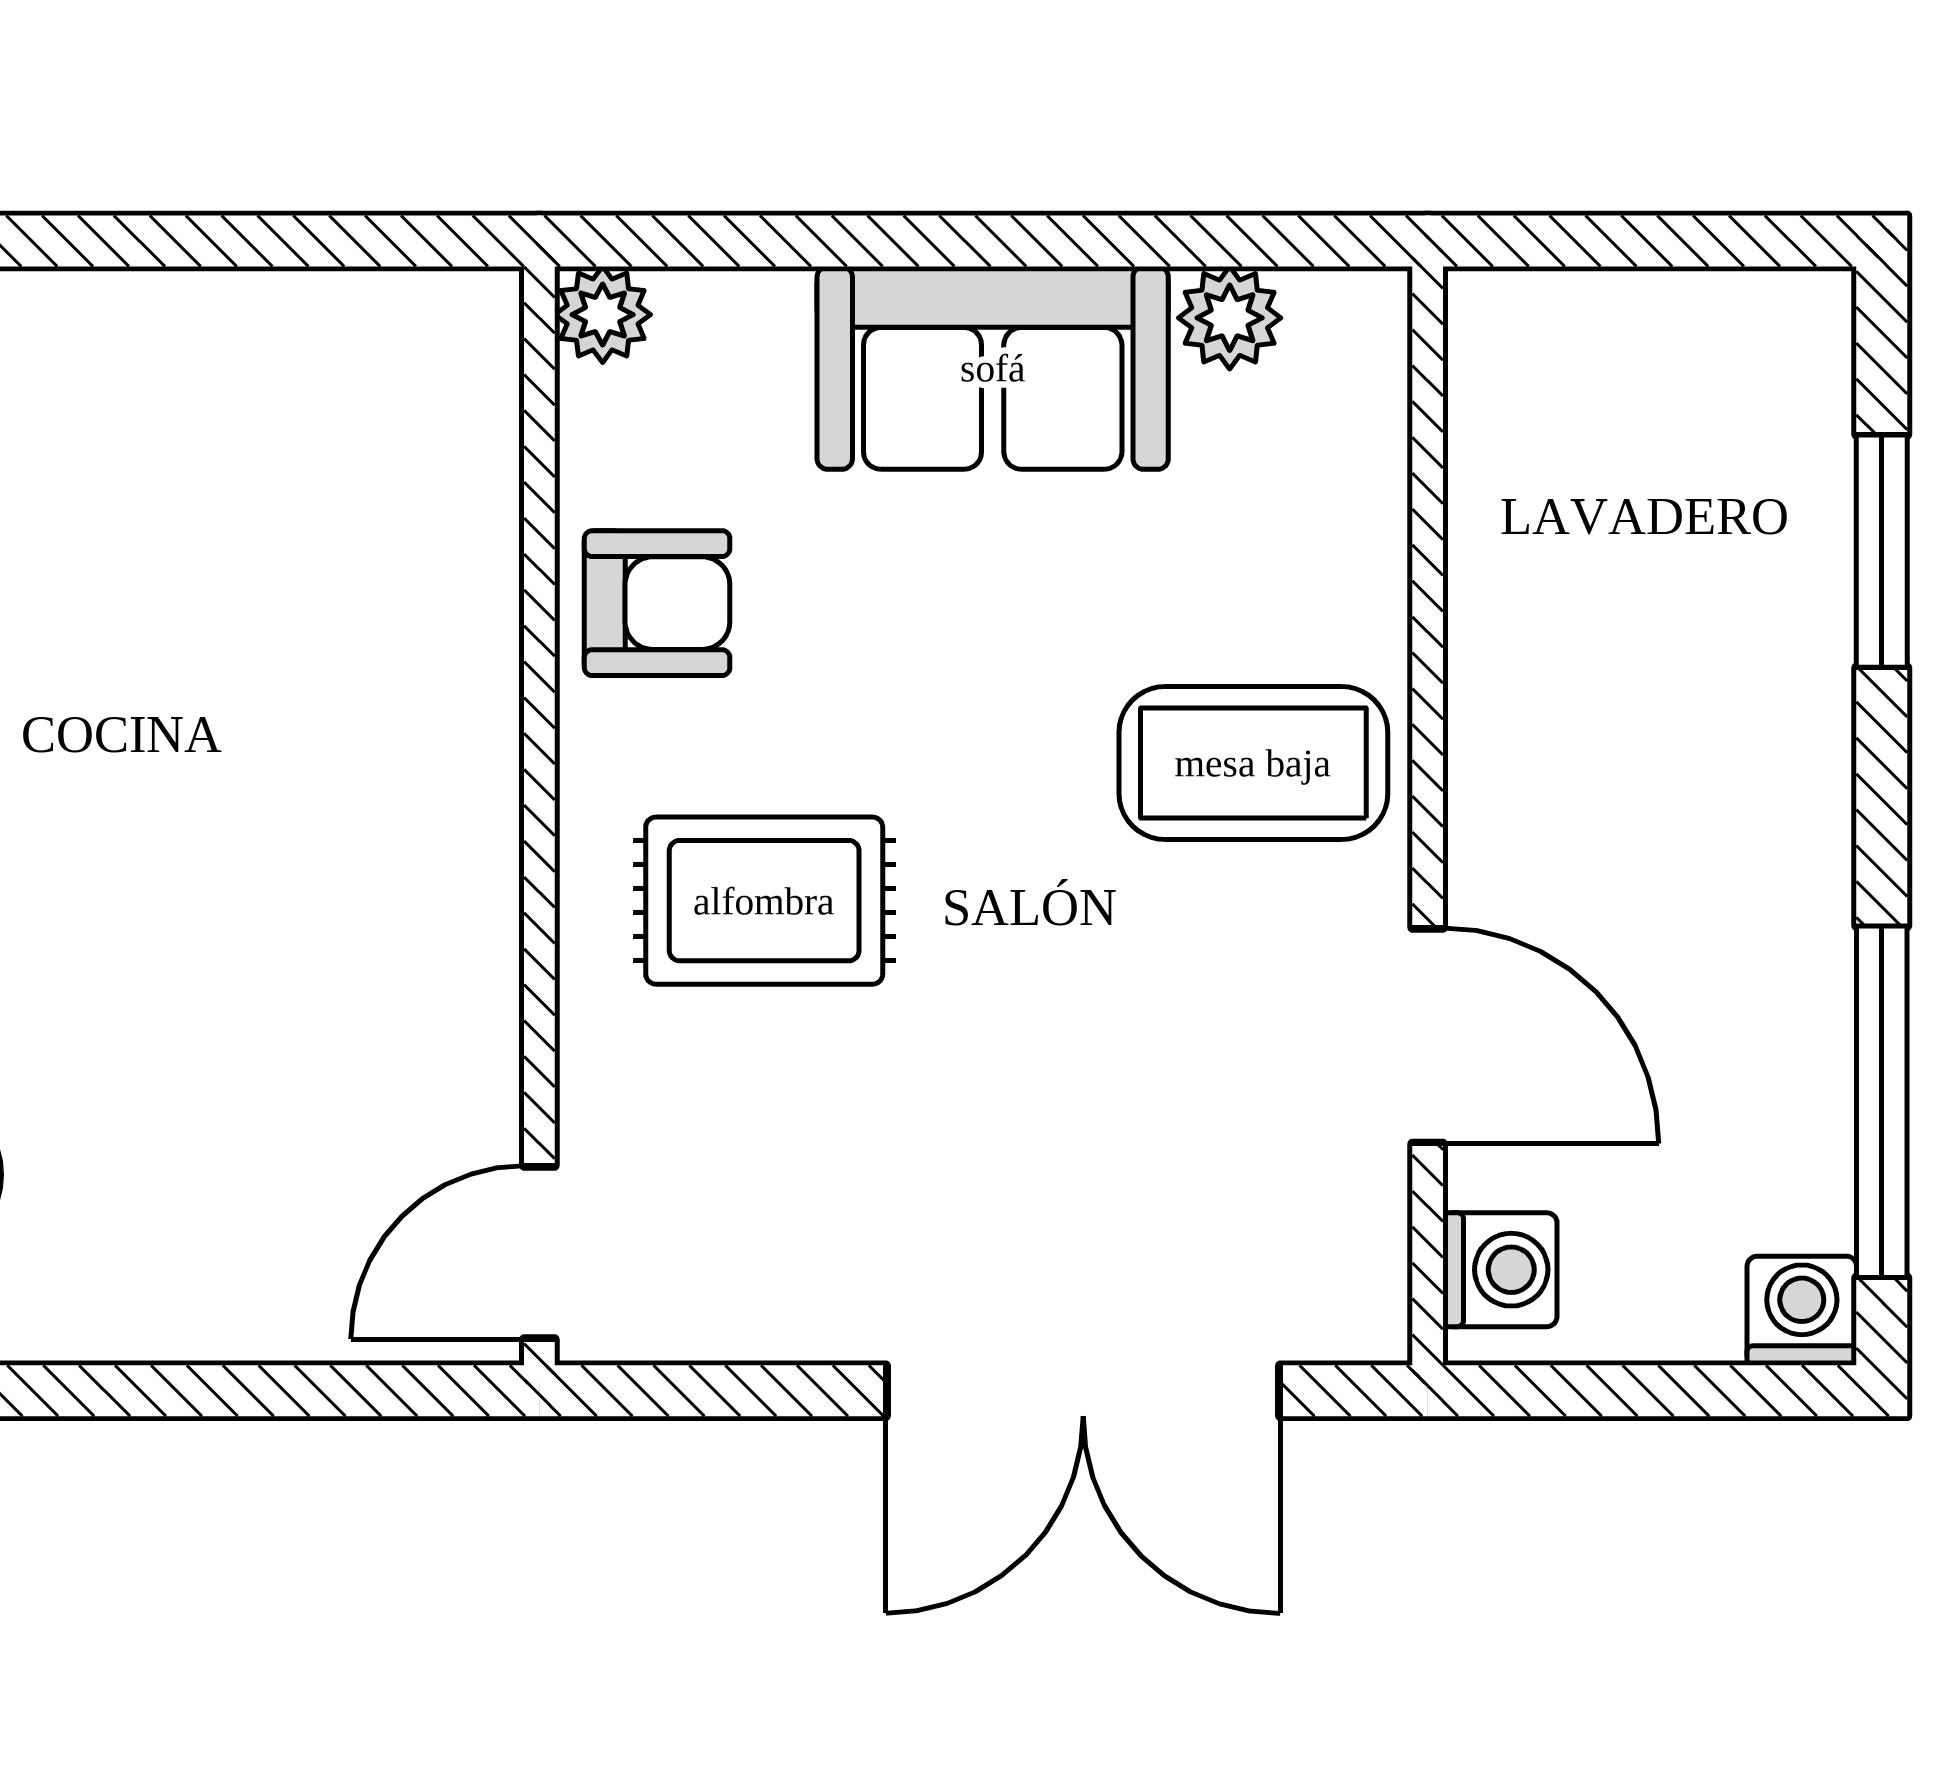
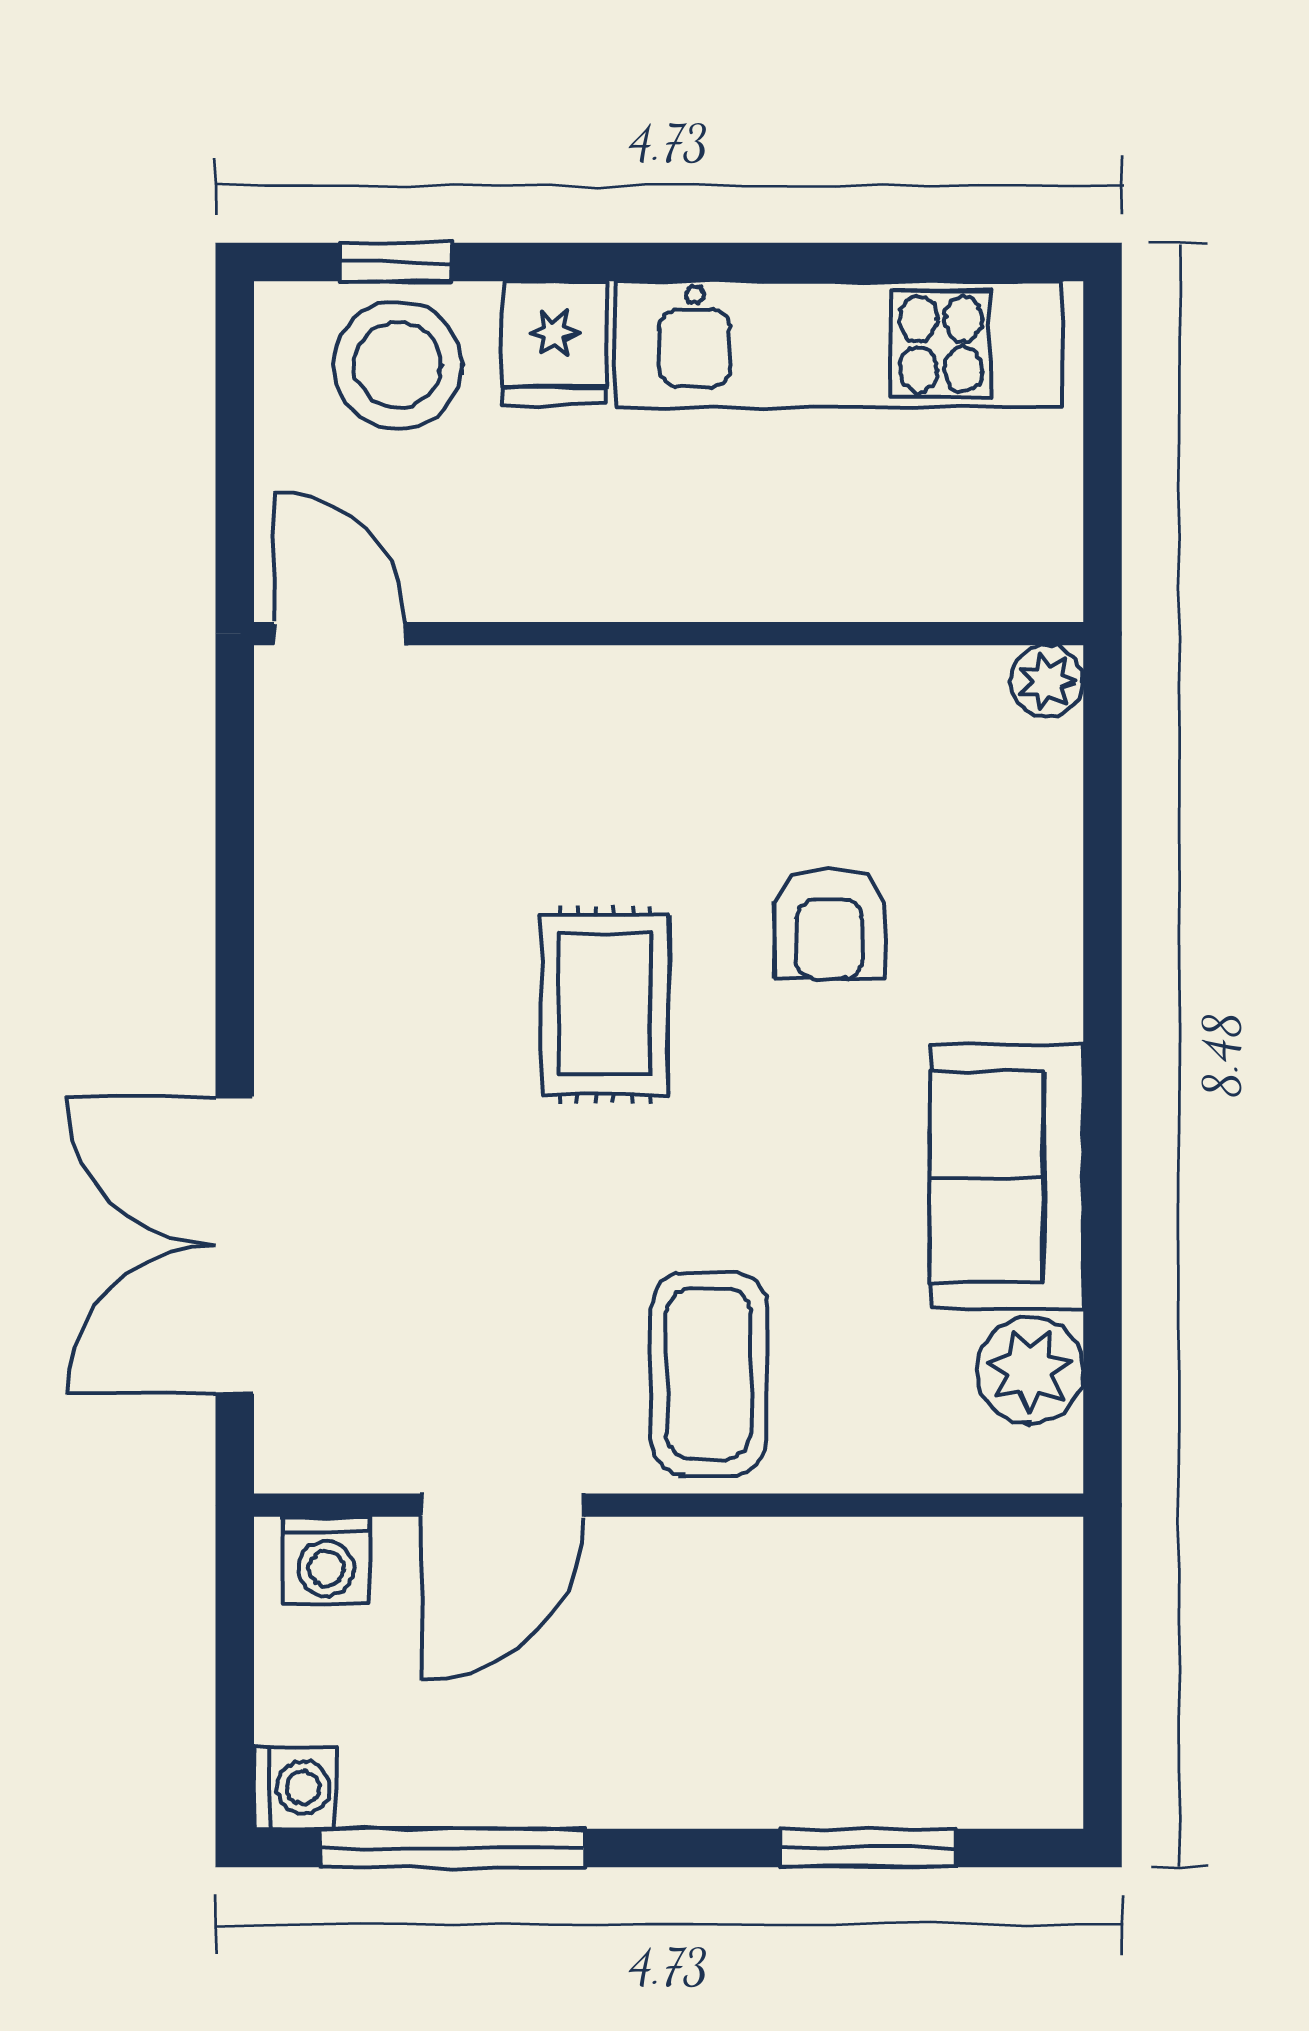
plant: (603, 315) -> (1047, 681), moved
plant: (1230, 318) -> (1030, 1370), width x1.38, depth x1.38
wall: (539, 816) -> (669, 634), moved
door: (539, 1252) -> (339, 634), moved

